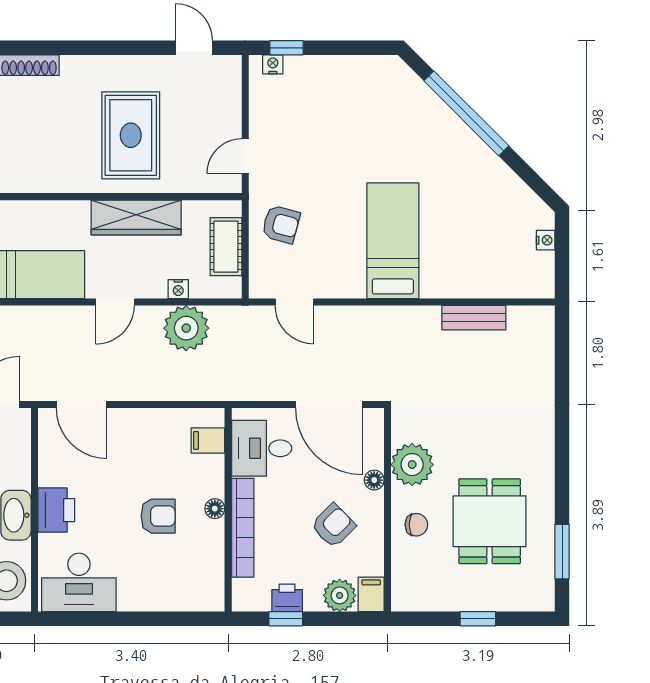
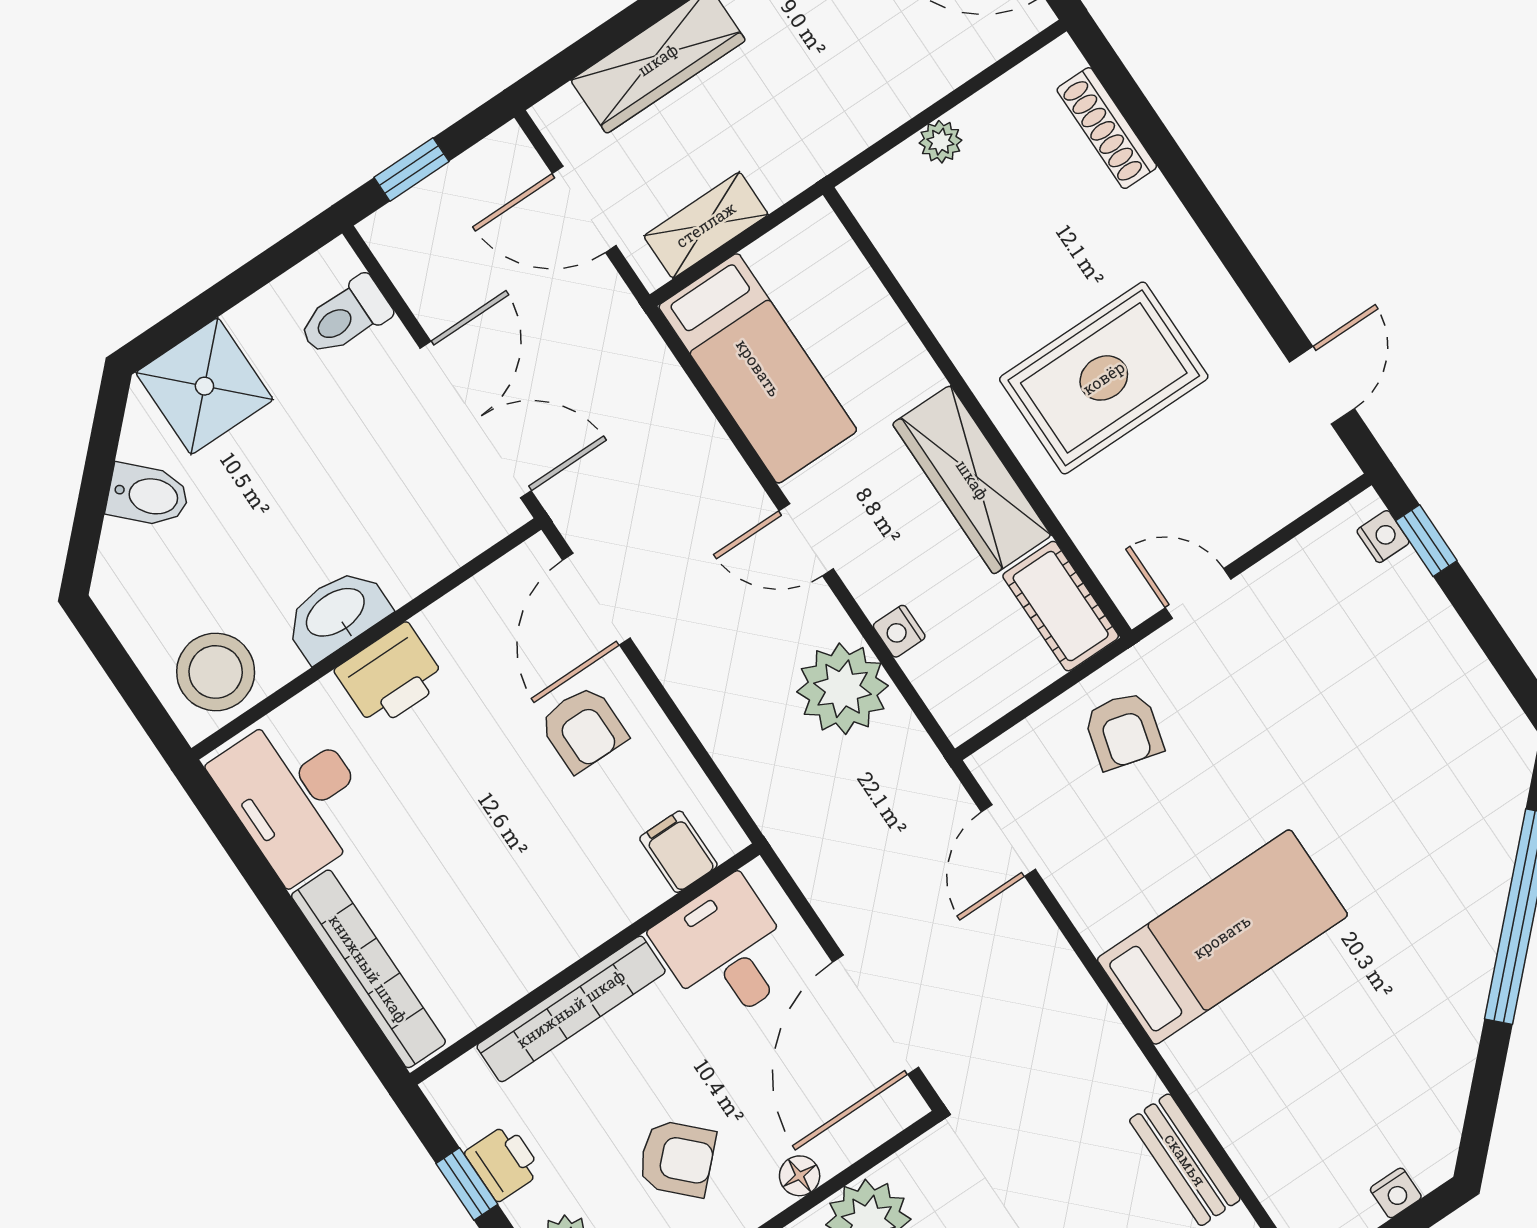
cot: (226, 247) -> (1061, 606), moved, turned 90
floor lamp: (215, 509) -> (572, 940), removed
armchair: (158, 516) -> (583, 729), moved
bookcase: (170, 600) -> (368, 969), added

